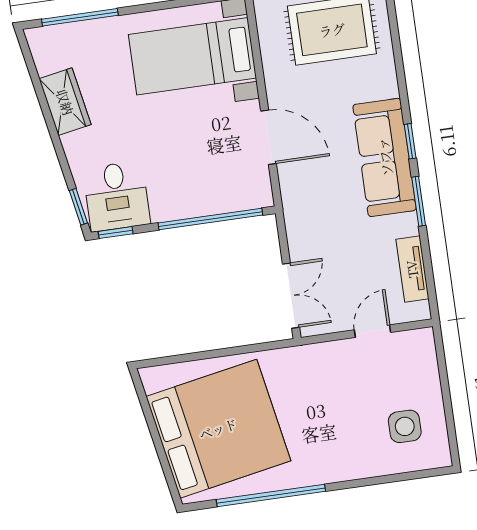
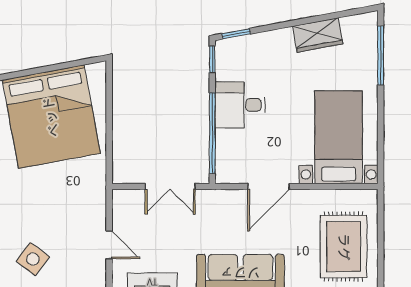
desk: (116, 196) -> (240, 105), moved
double door: (291, 296) -> (170, 186), moved
side table: (405, 426) -> (33, 259), turned 37

